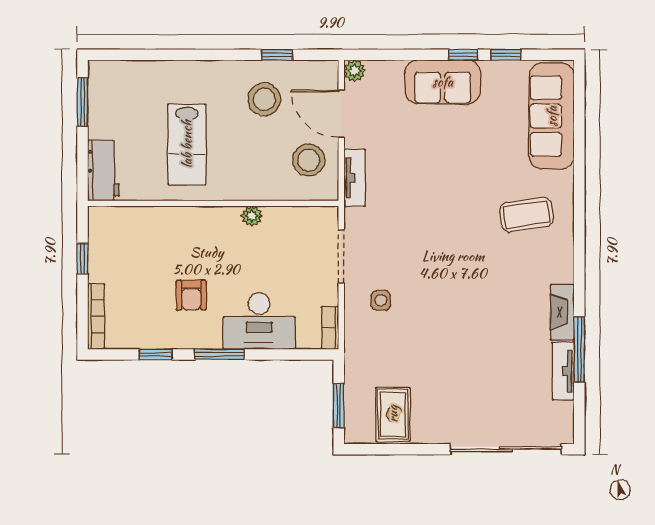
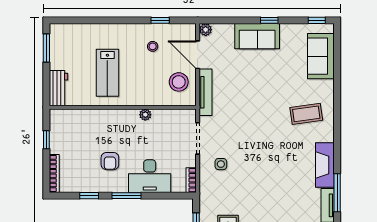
window: (506, 55) -> (317, 20), moved
stool: (264, 99) -> (153, 46), width x0.53, depth x0.53
sofa: (552, 116) -> (321, 56), width x0.73
tv unit: (355, 178) -> (206, 92), width x1.41
fireplace: (562, 312) -> (325, 165), width x1.37, depth x1.32

